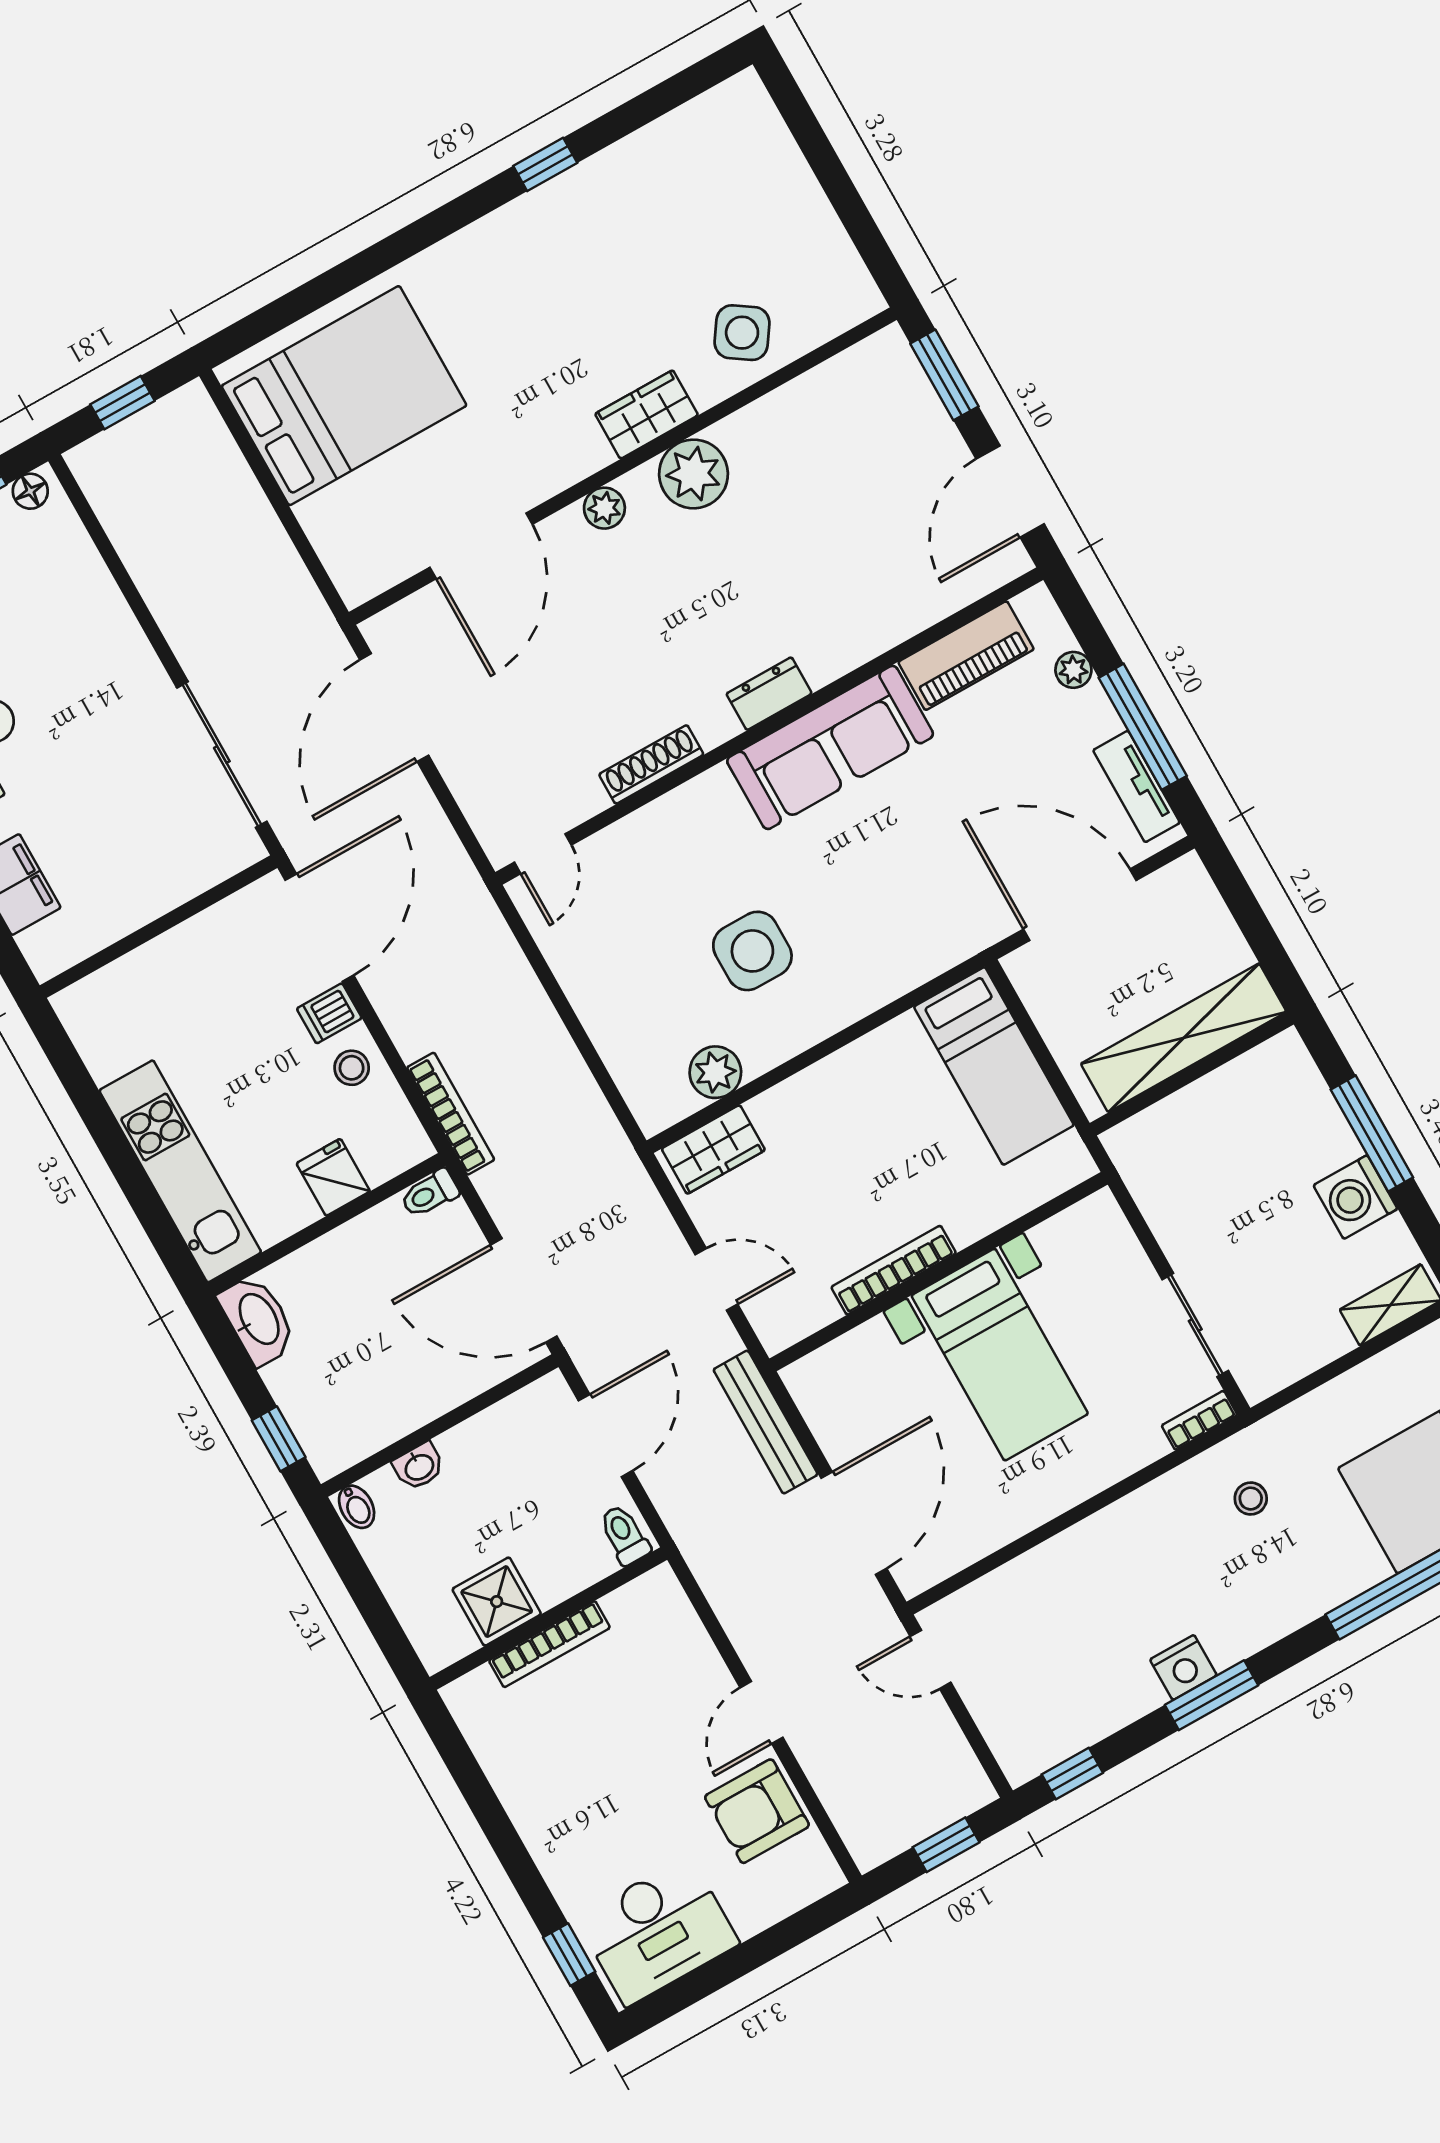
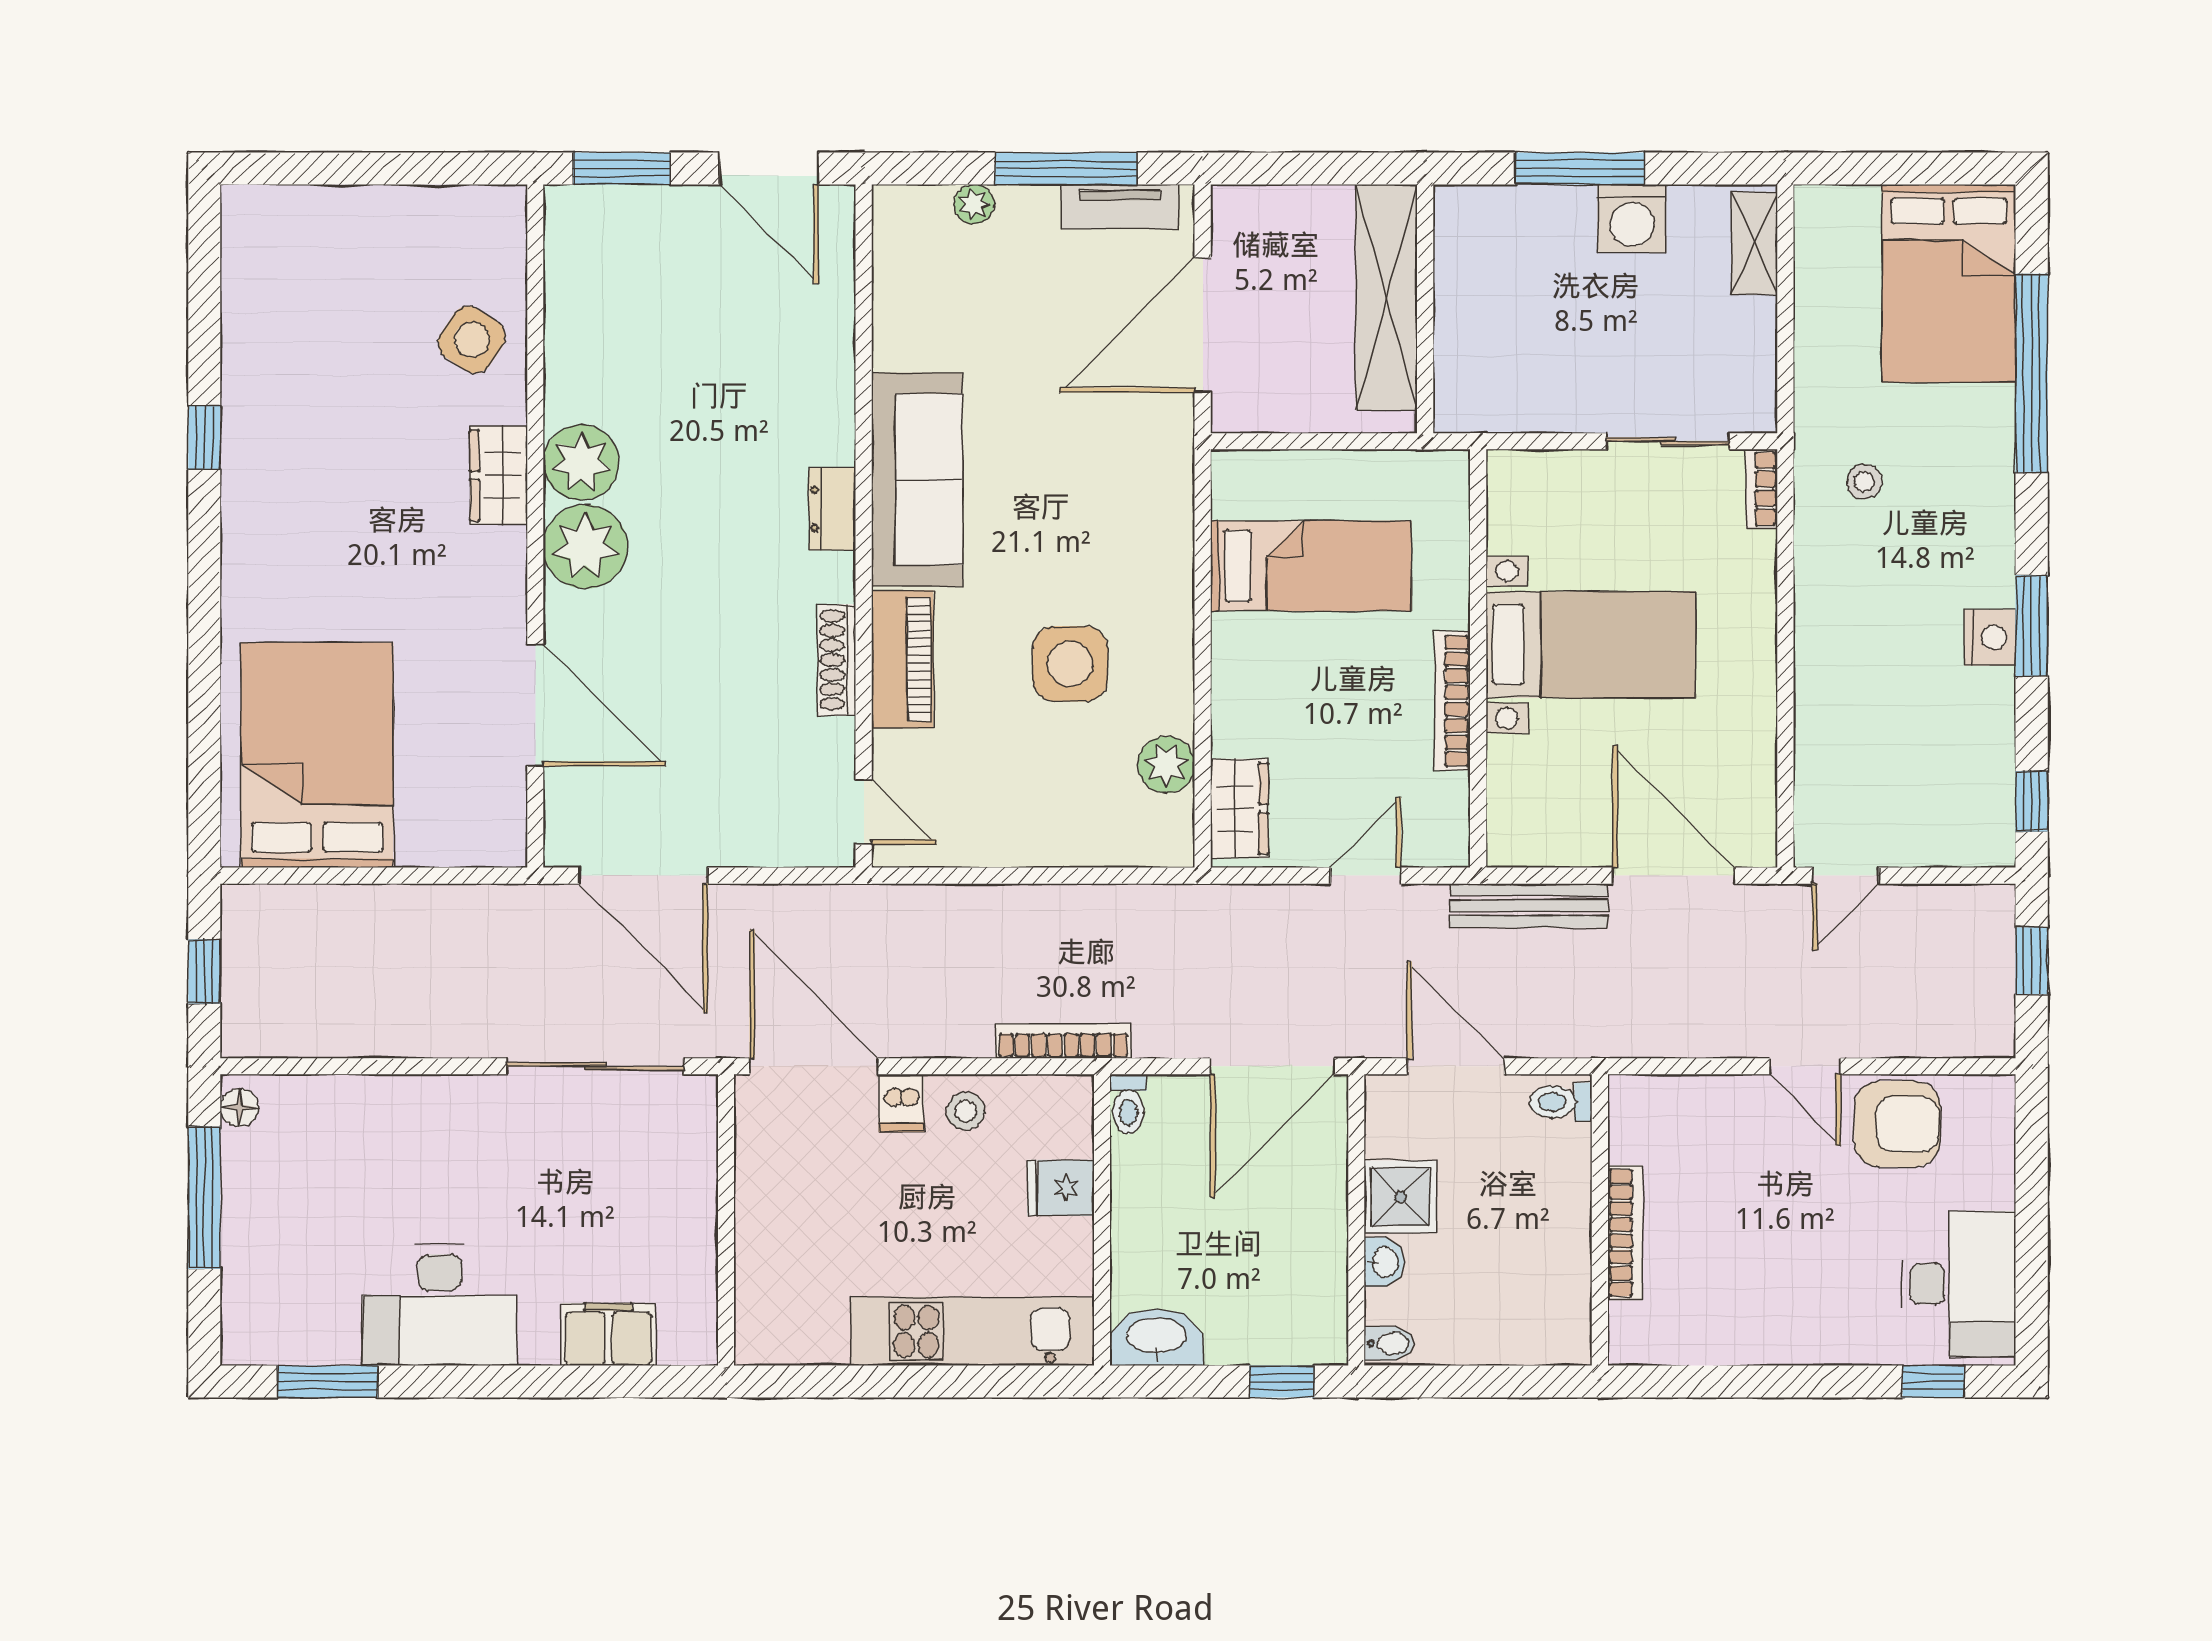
plant: (604, 508) -> (585, 547), width x1.88, depth x1.88
piano: (966, 656) -> (902, 659), moved
bed: (994, 1066) -> (1311, 566), moved
shower: (497, 1602) -> (1400, 1197), moved
armchair: (757, 1811) -> (1897, 1124), turned -90

